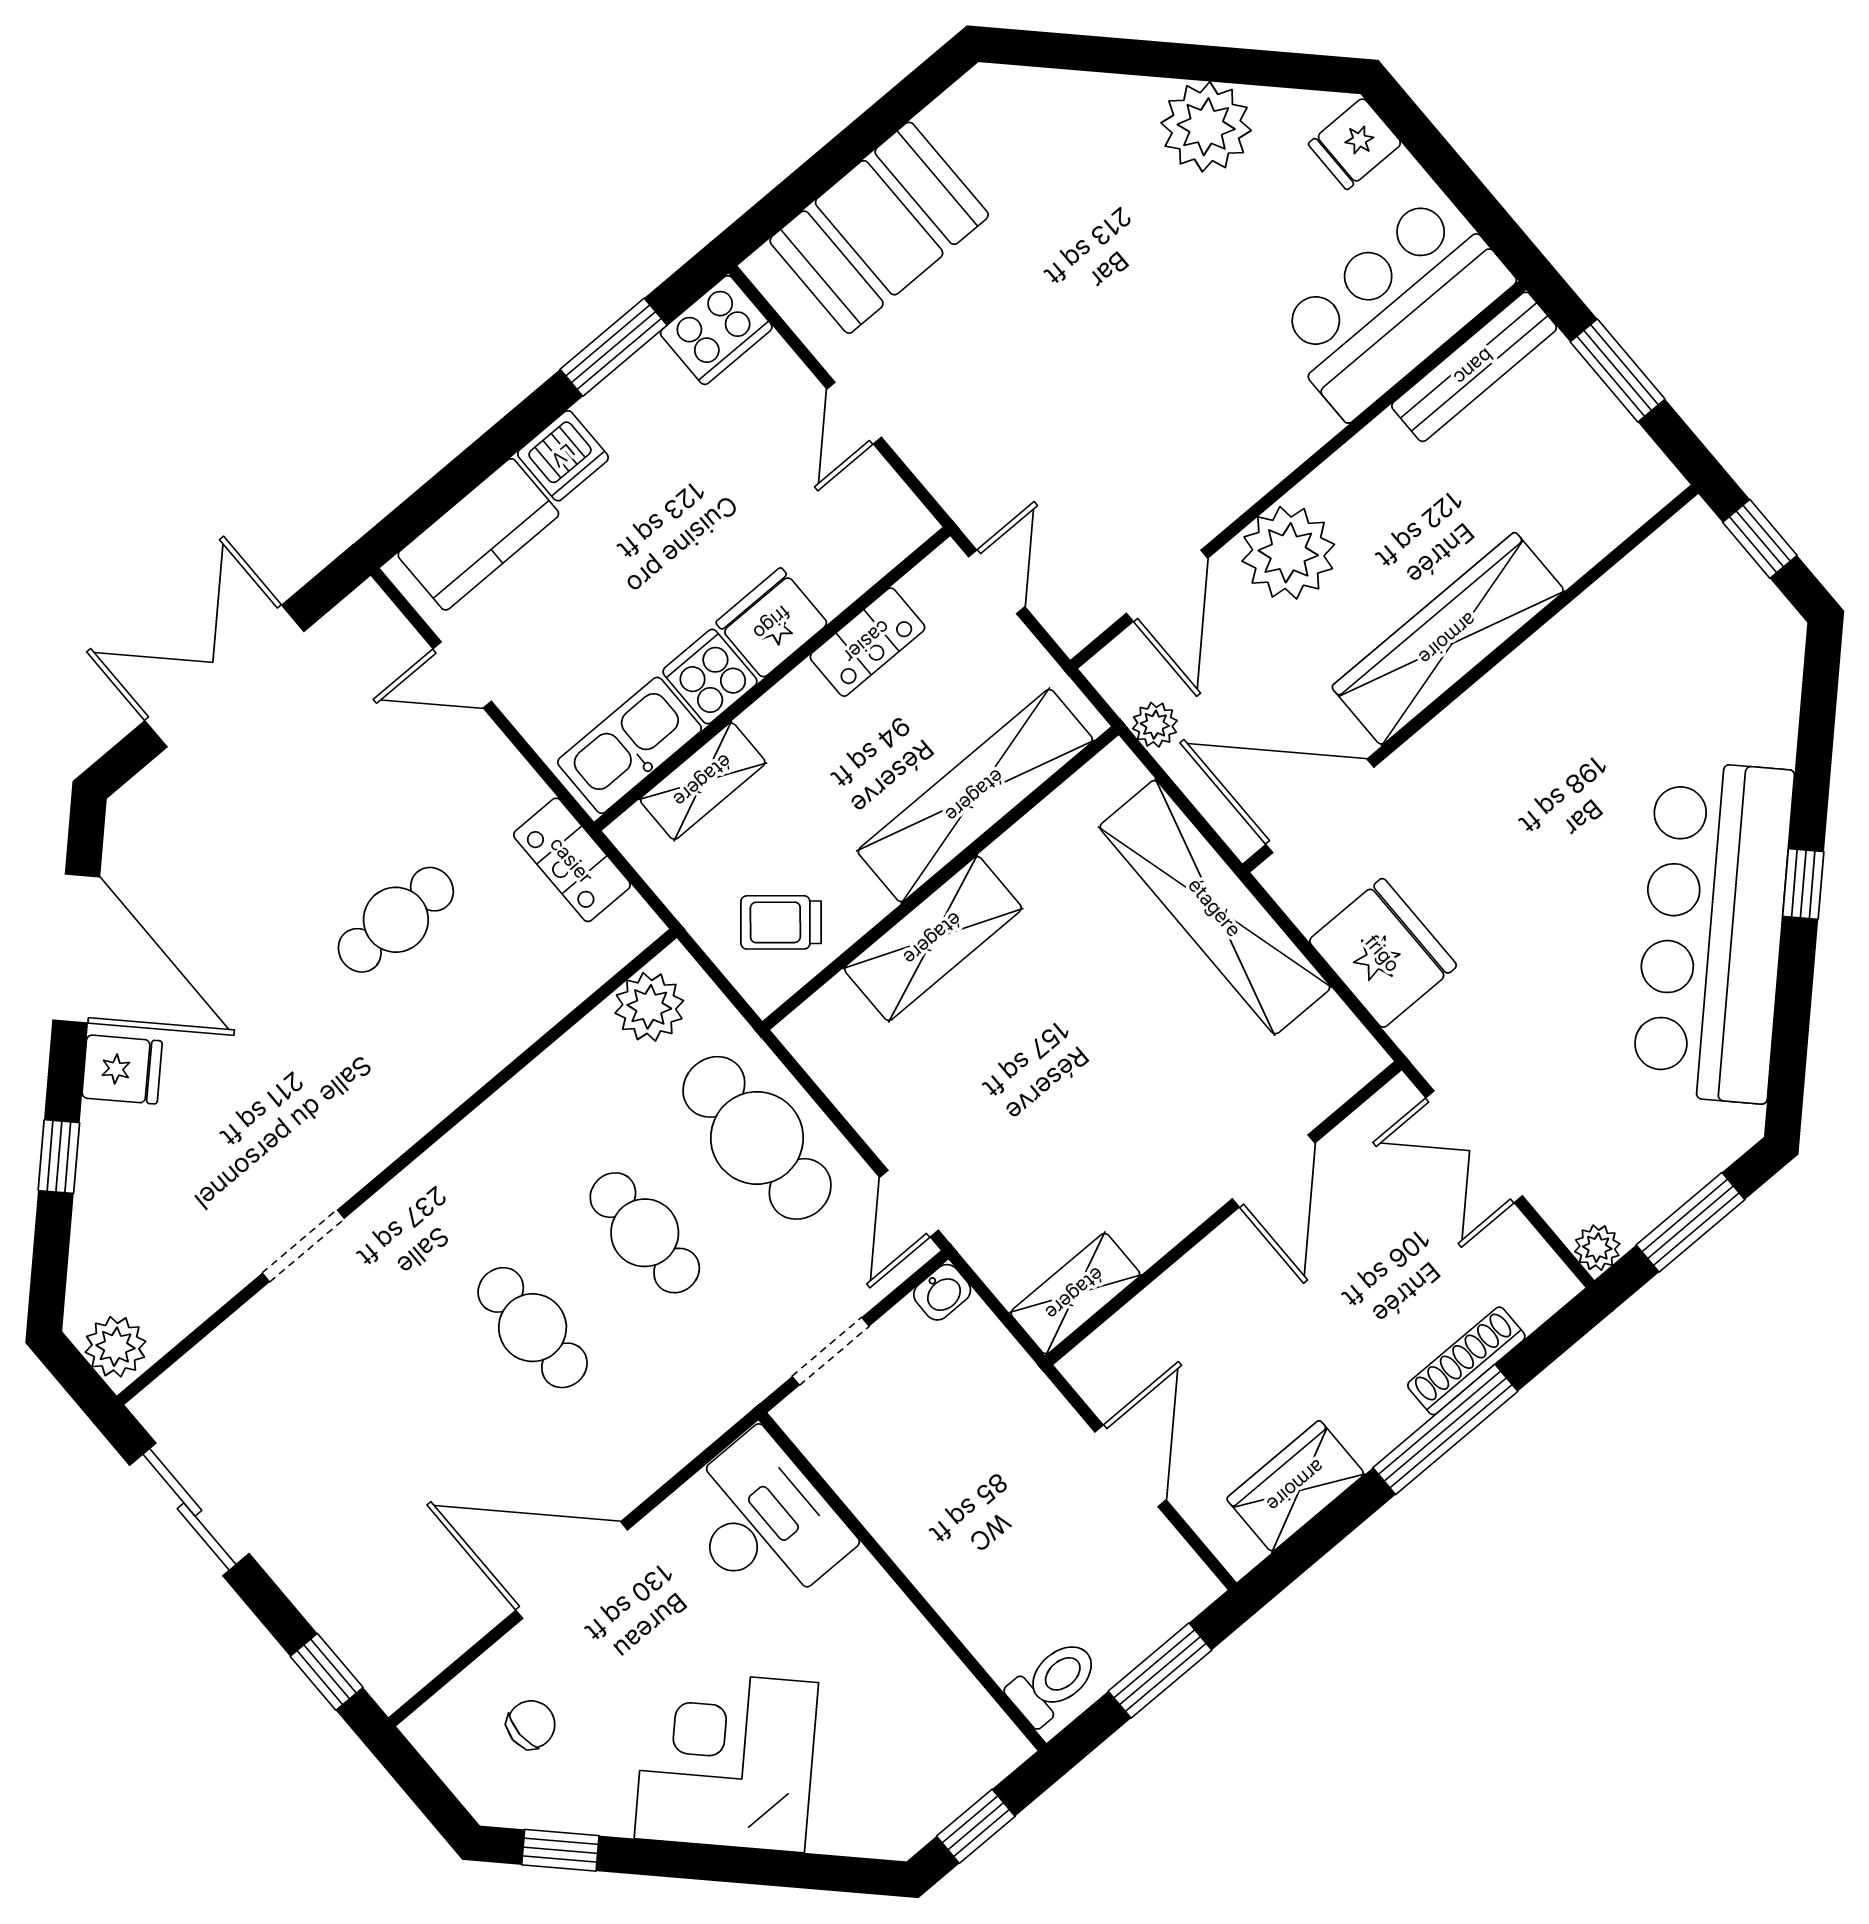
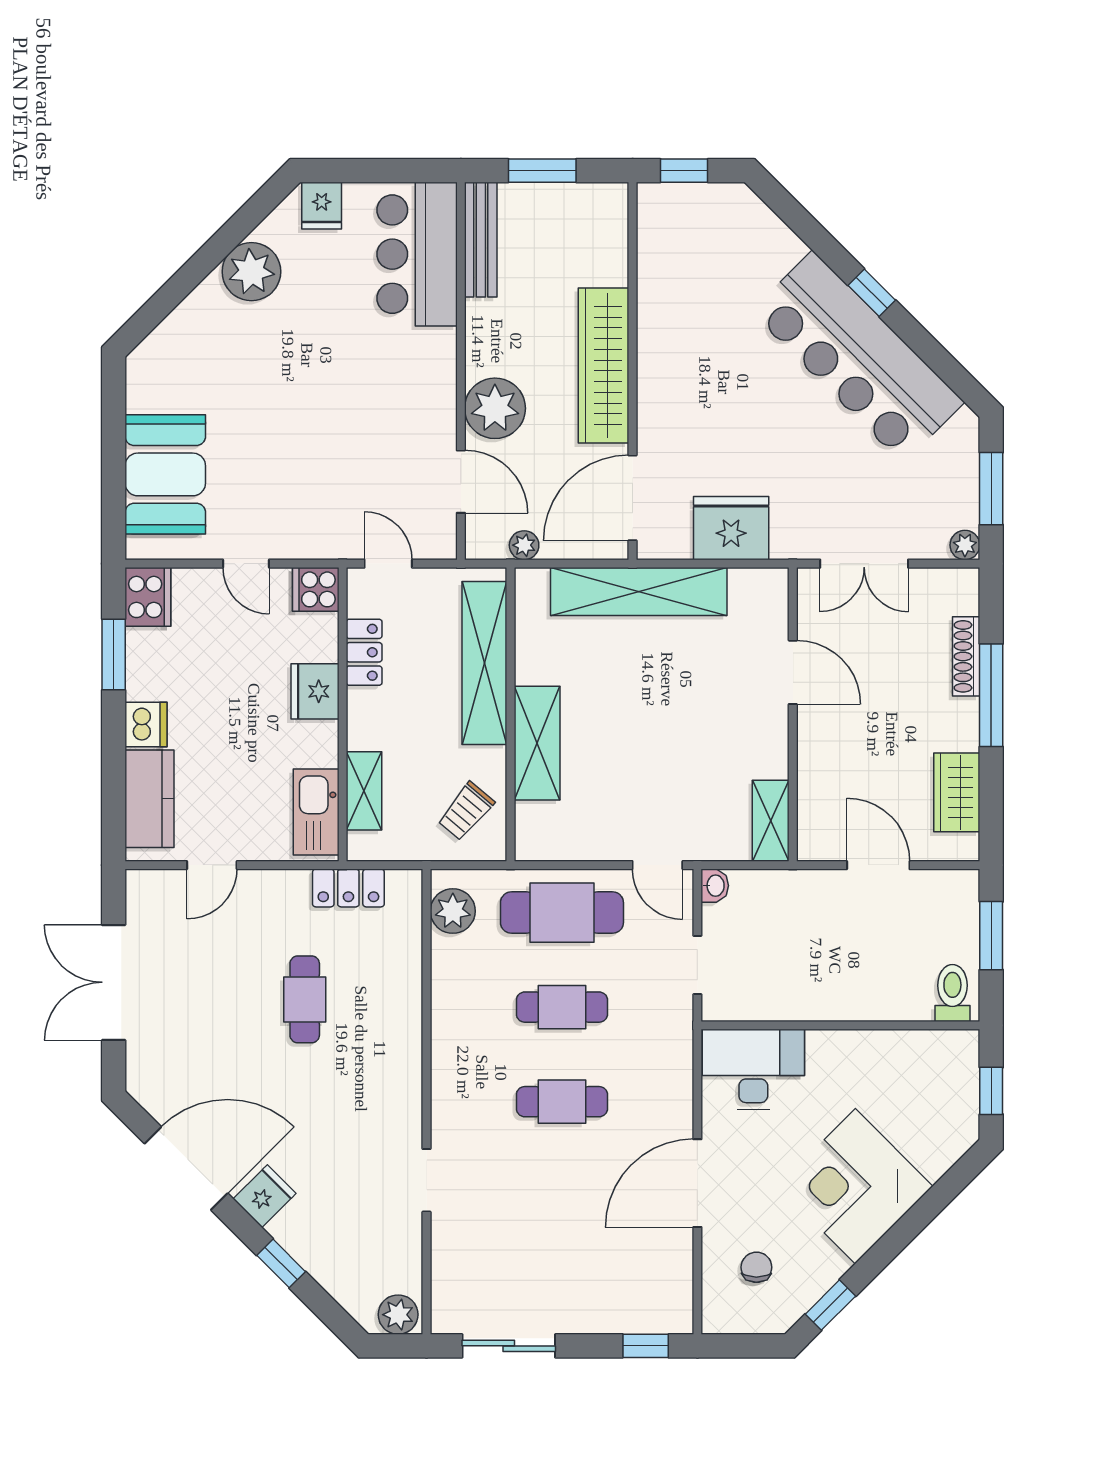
cooker: (710, 677) -> (316, 589), moved

